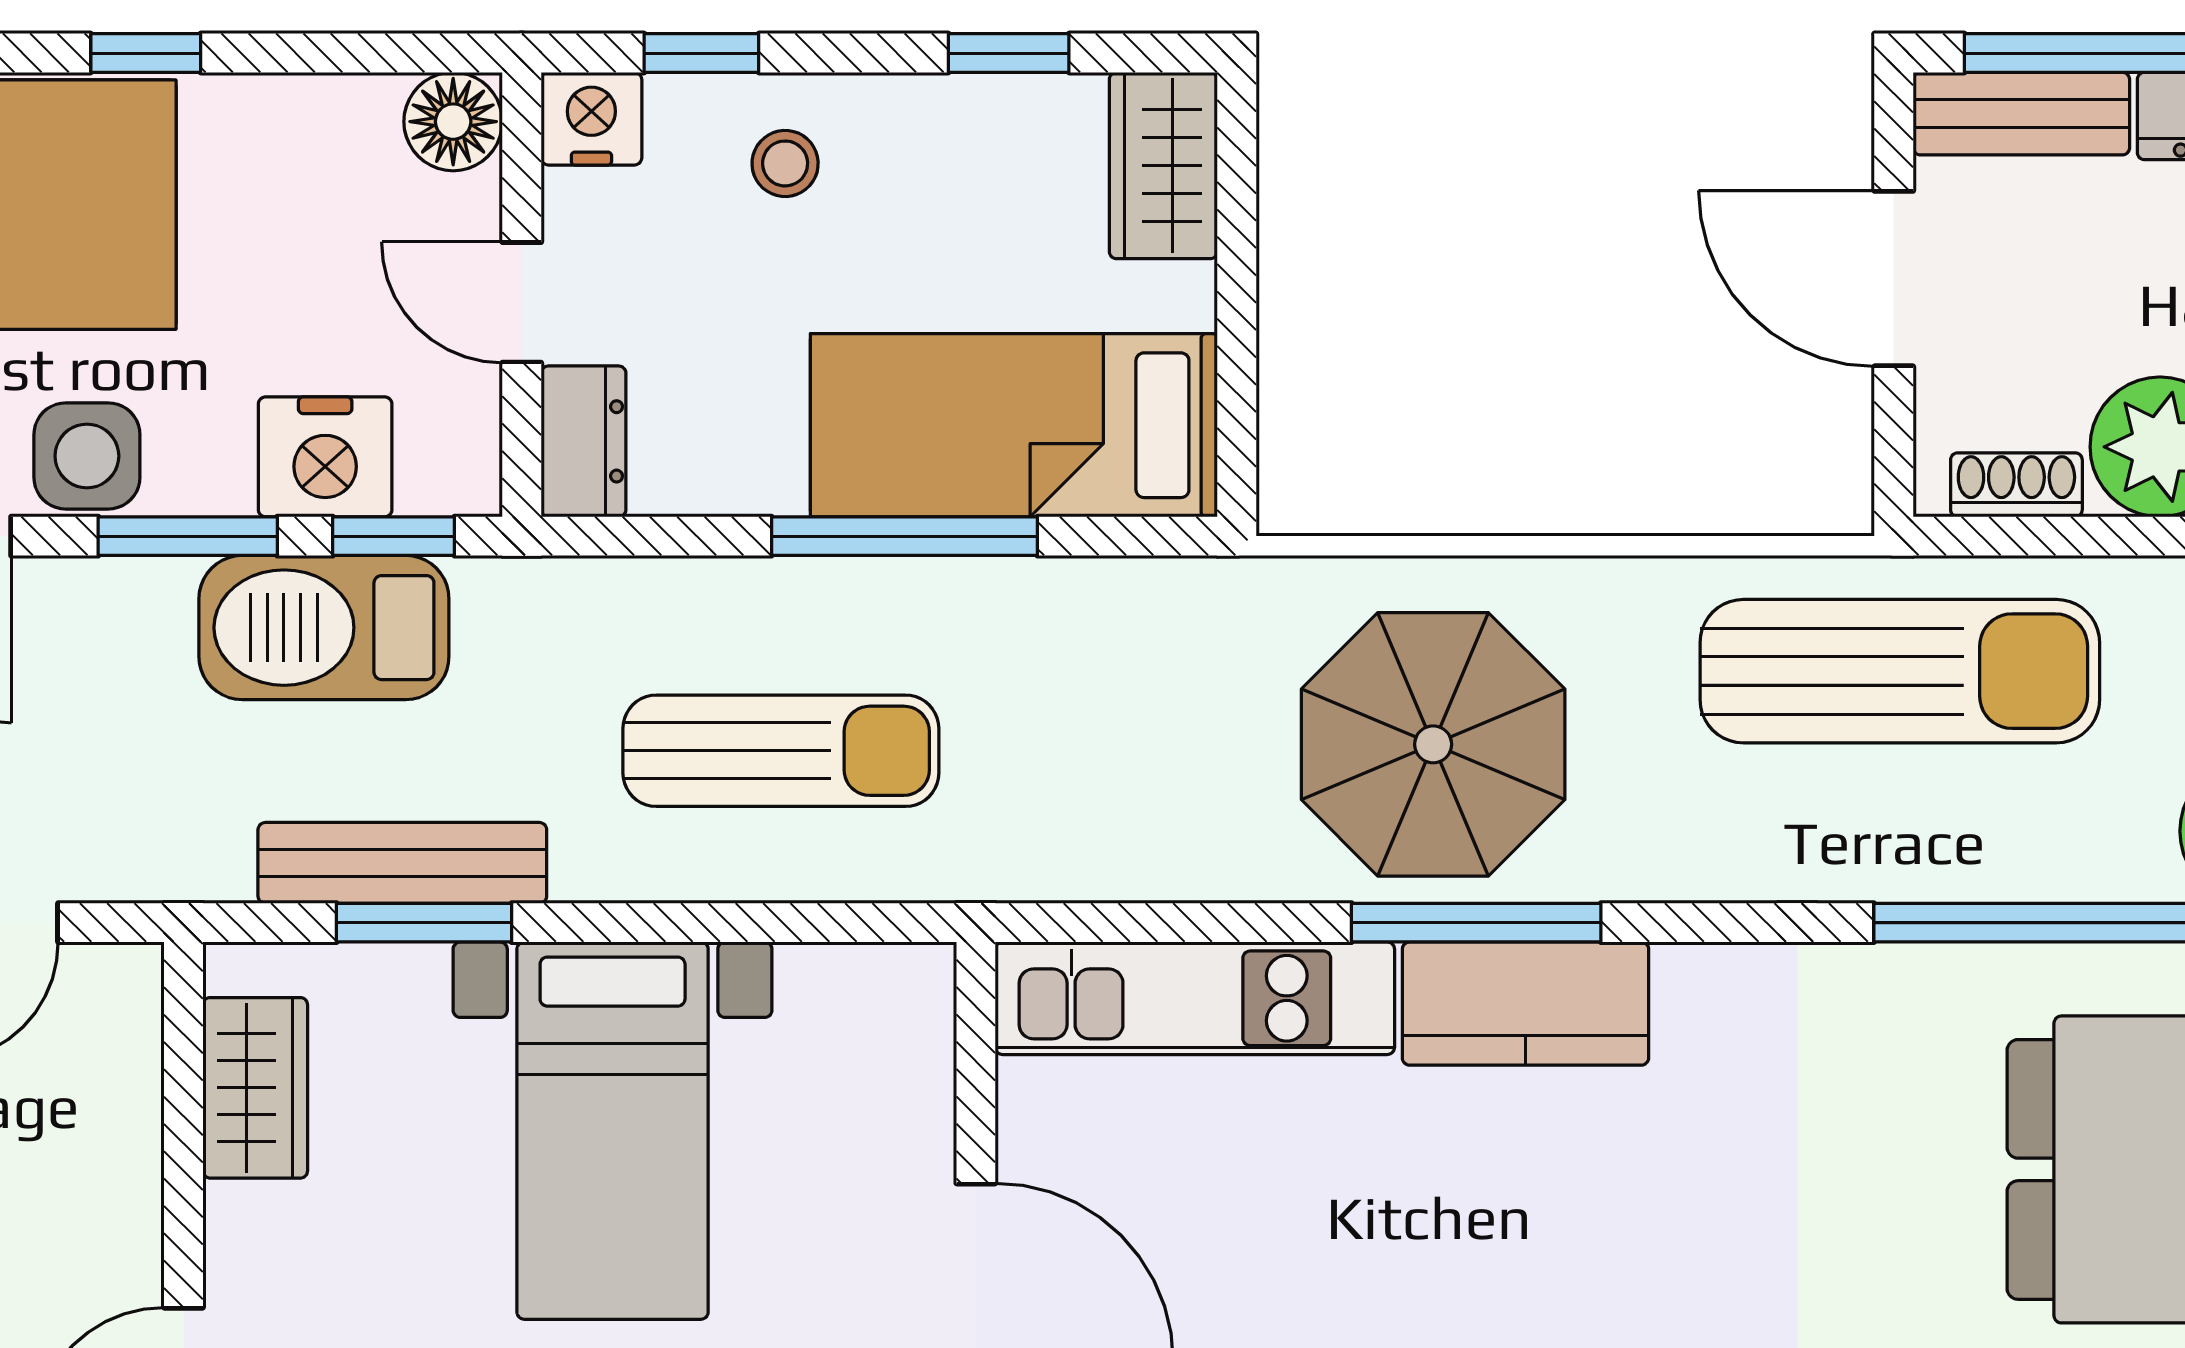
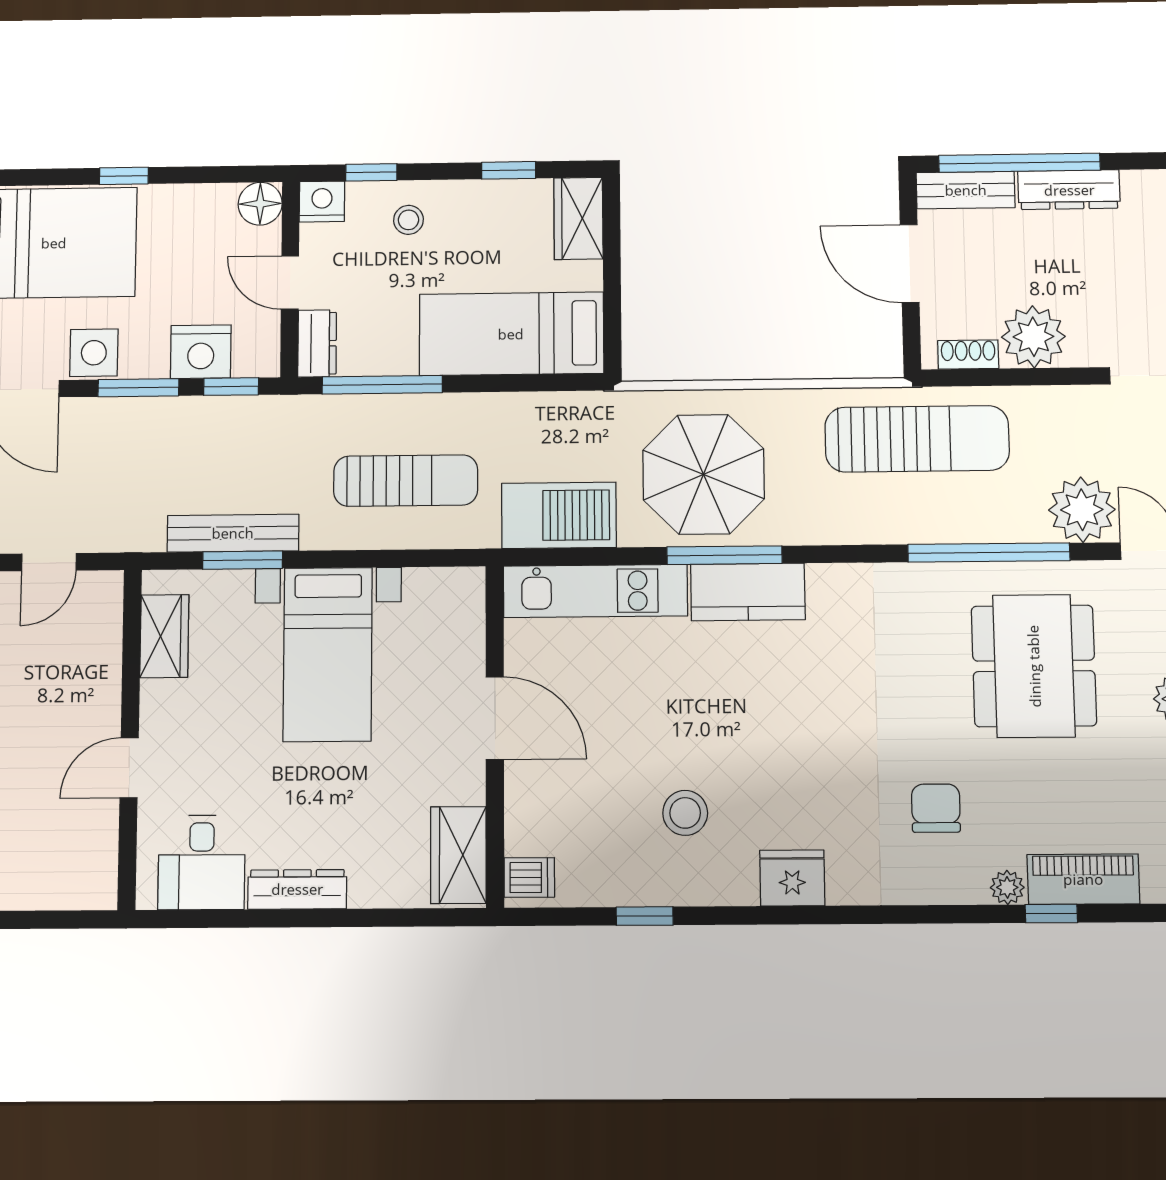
window: (905, 536) -> (382, 385), moved
barbecue: (324, 628) -> (559, 515), moved, turned 180

